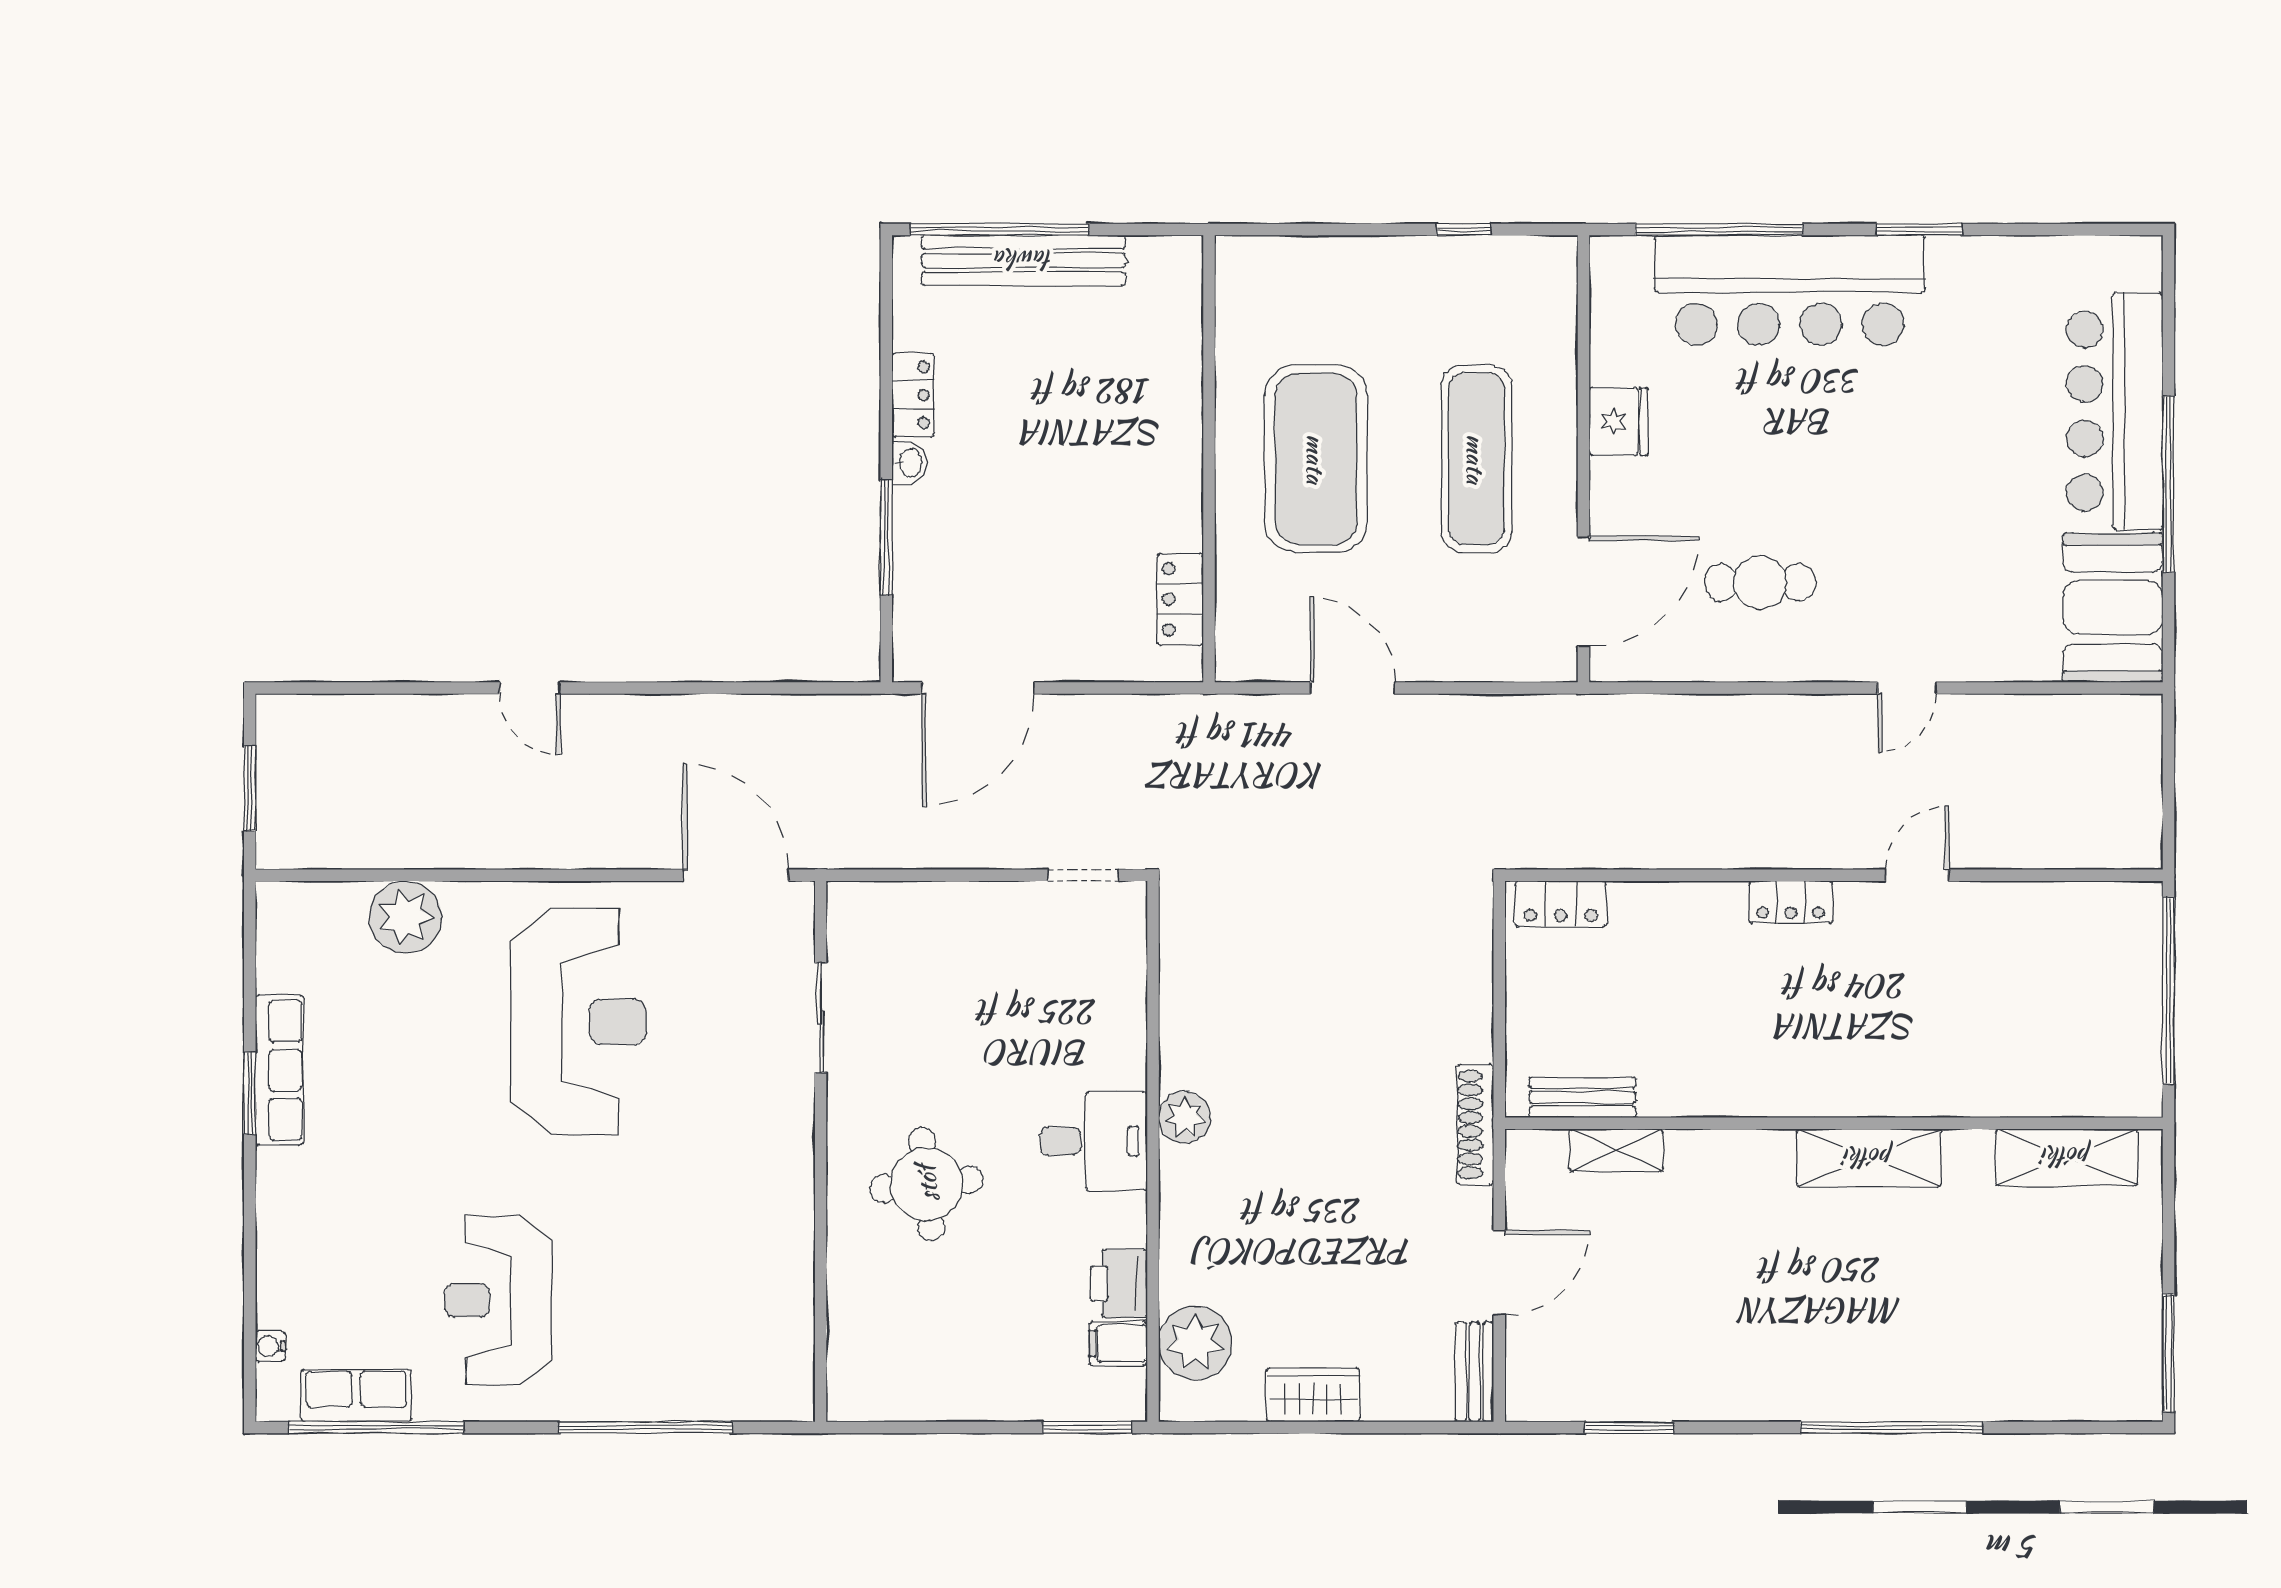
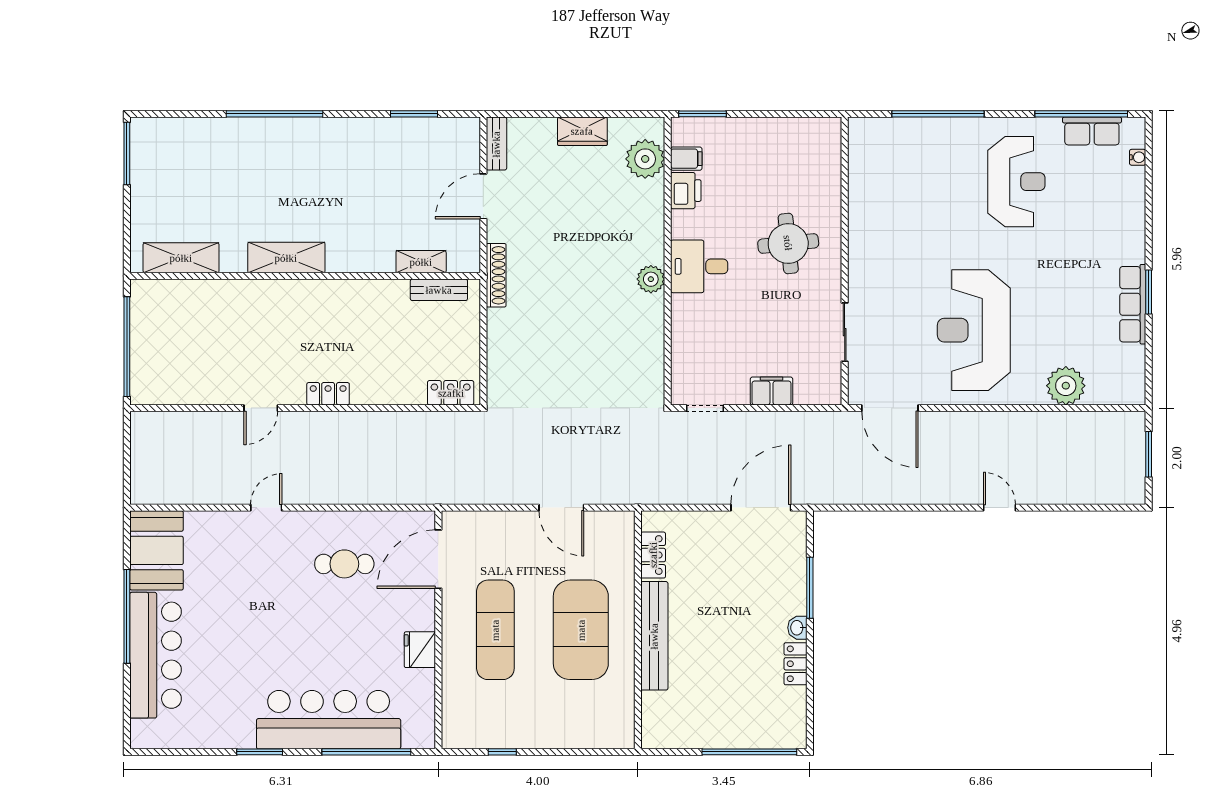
bench: (1024, 260) -> (654, 636), moved, turned 90
filing cabinet: (958, 907) -> (772, 391), added

